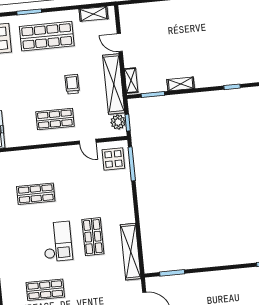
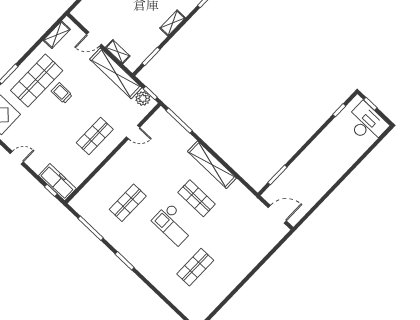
shelving: (131, 80) -> (118, 52), moved
trolley: (72, 84) -> (62, 93), moved
shelving: (181, 84) -> (173, 23), moved
display table: (113, 159) -> (163, 128), removed
checkout: (57, 241) -> (174, 224), turned 180
shelving: (131, 252) -> (212, 165), moved

